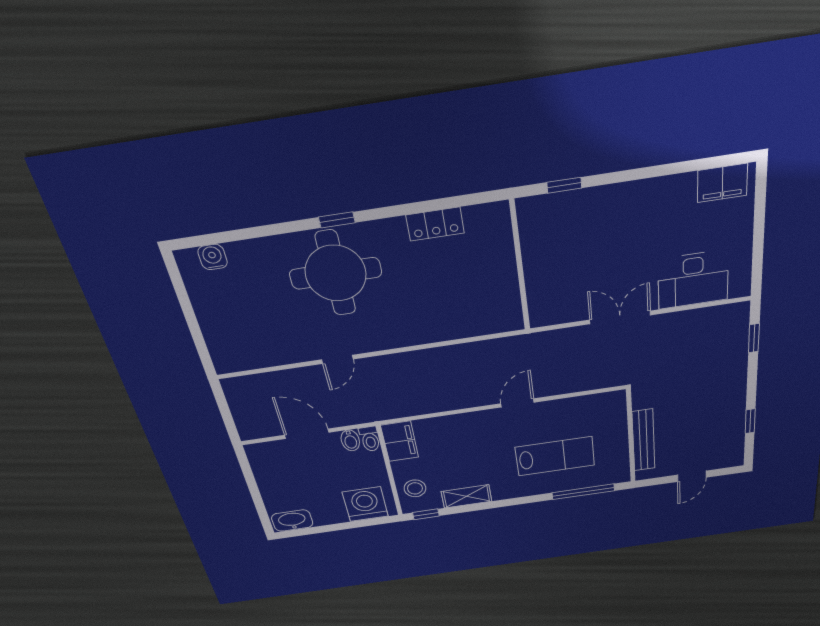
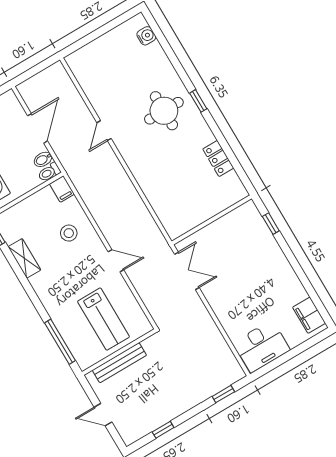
round table: (336, 273) -> (164, 111), width x0.73, depth x0.73
desk: (693, 280) -> (262, 346), moved, turned -90
double door: (620, 317) -> (187, 271), moved
door: (337, 359) -> (104, 131), hinge flipped
filing cabinet: (400, 441) -> (62, 189), width x0.50
lab bench: (555, 456) -> (103, 319), moved
stool: (415, 488) -> (69, 233), moved

